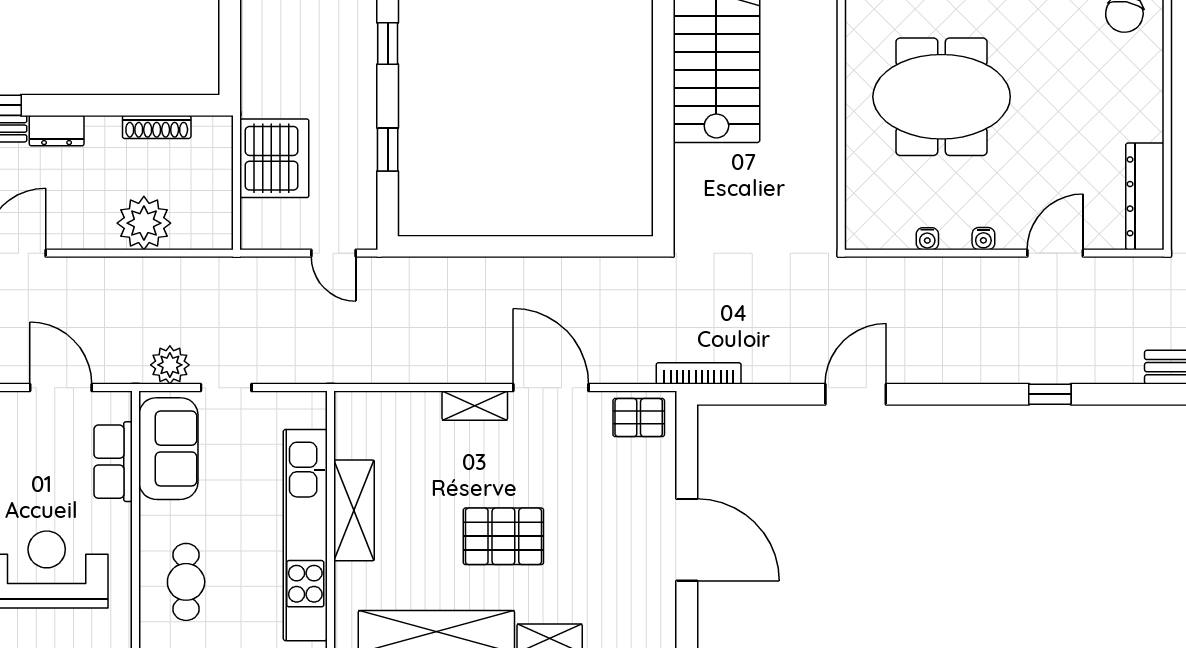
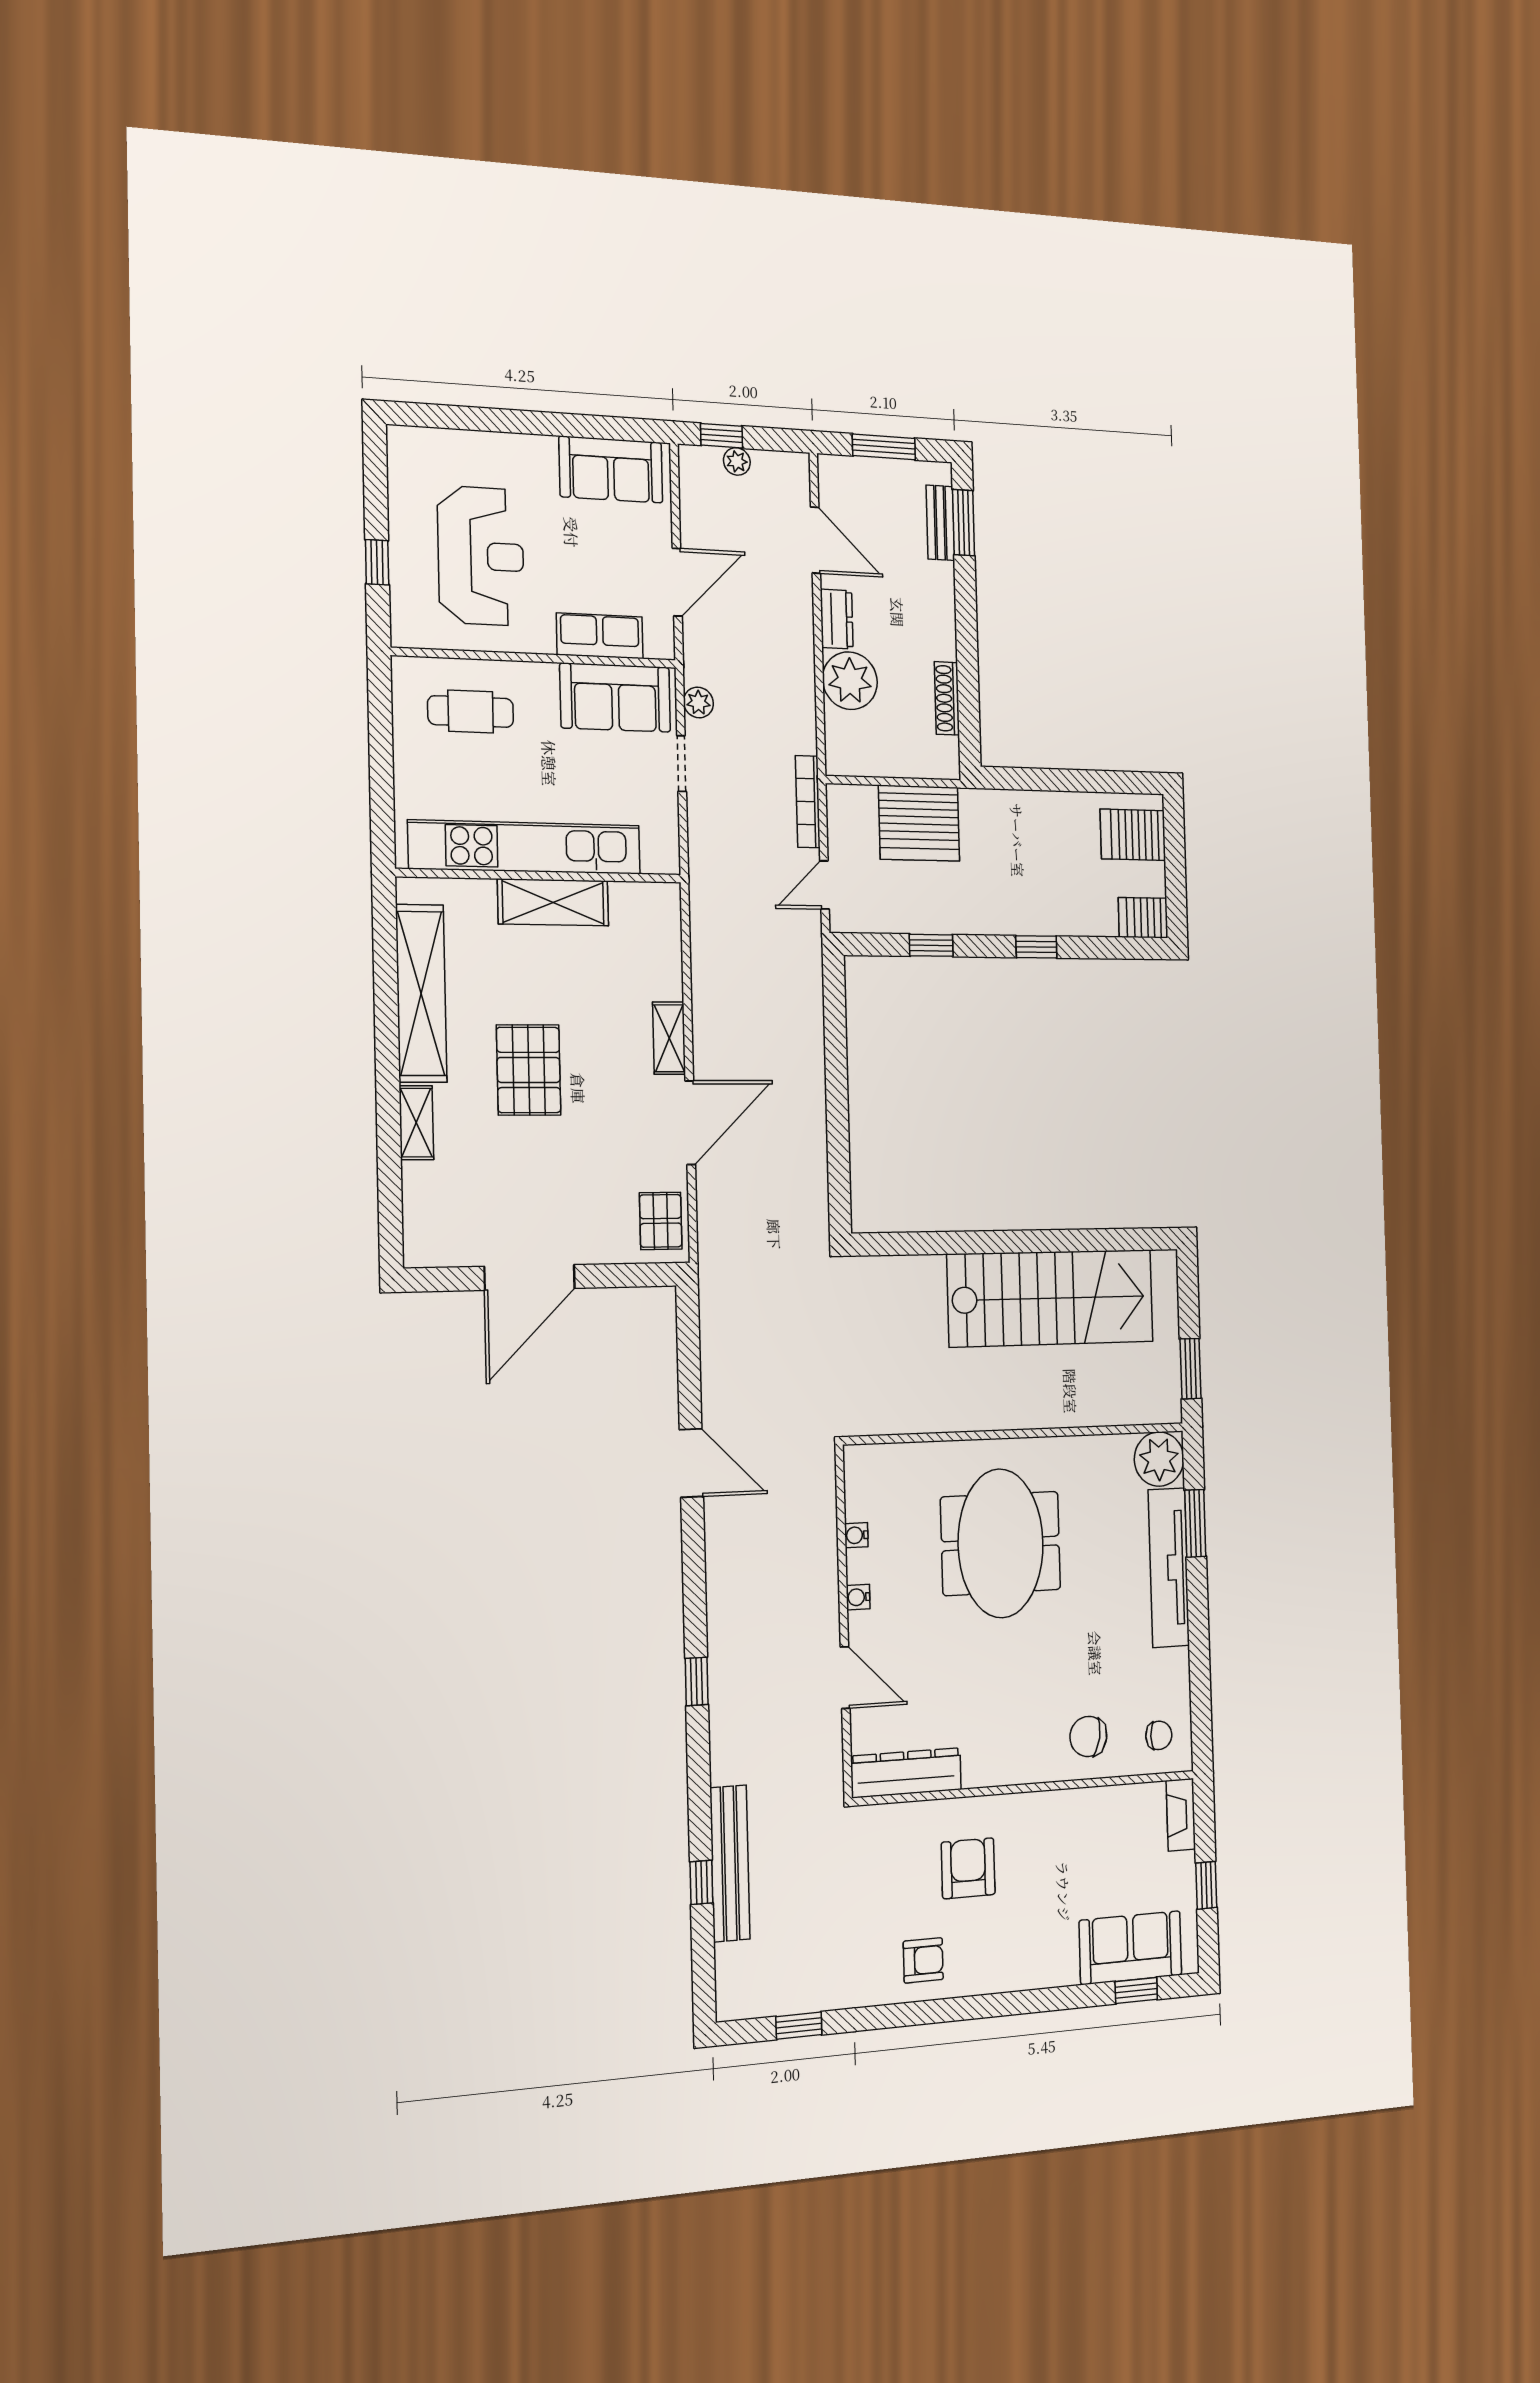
dresser: (57, 131) -> (837, 619), moved, turned 180
plant: (170, 365) -> (698, 703), width x0.73, depth x0.73
bookcase: (699, 373) -> (808, 802), moved, turned 180

